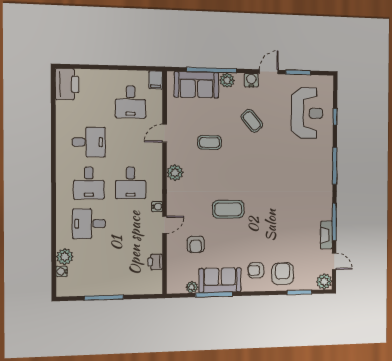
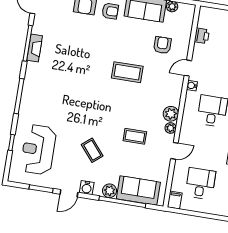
plant: (173, 157) -> (171, 128), added
fireplace: (326, 235) -> (35, 48), moved

